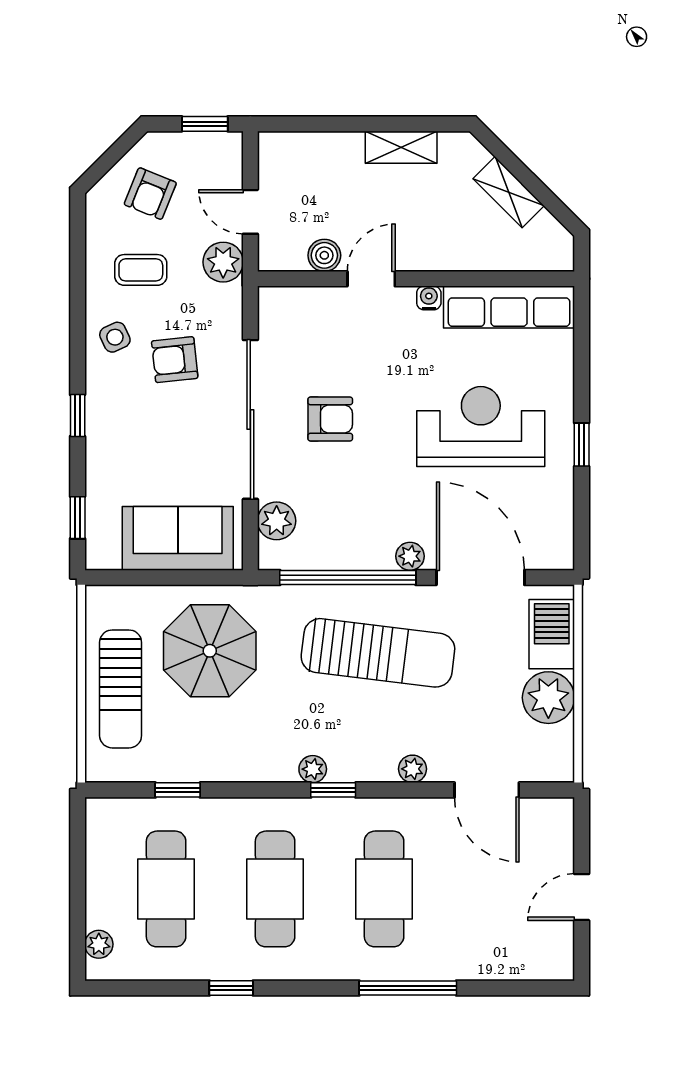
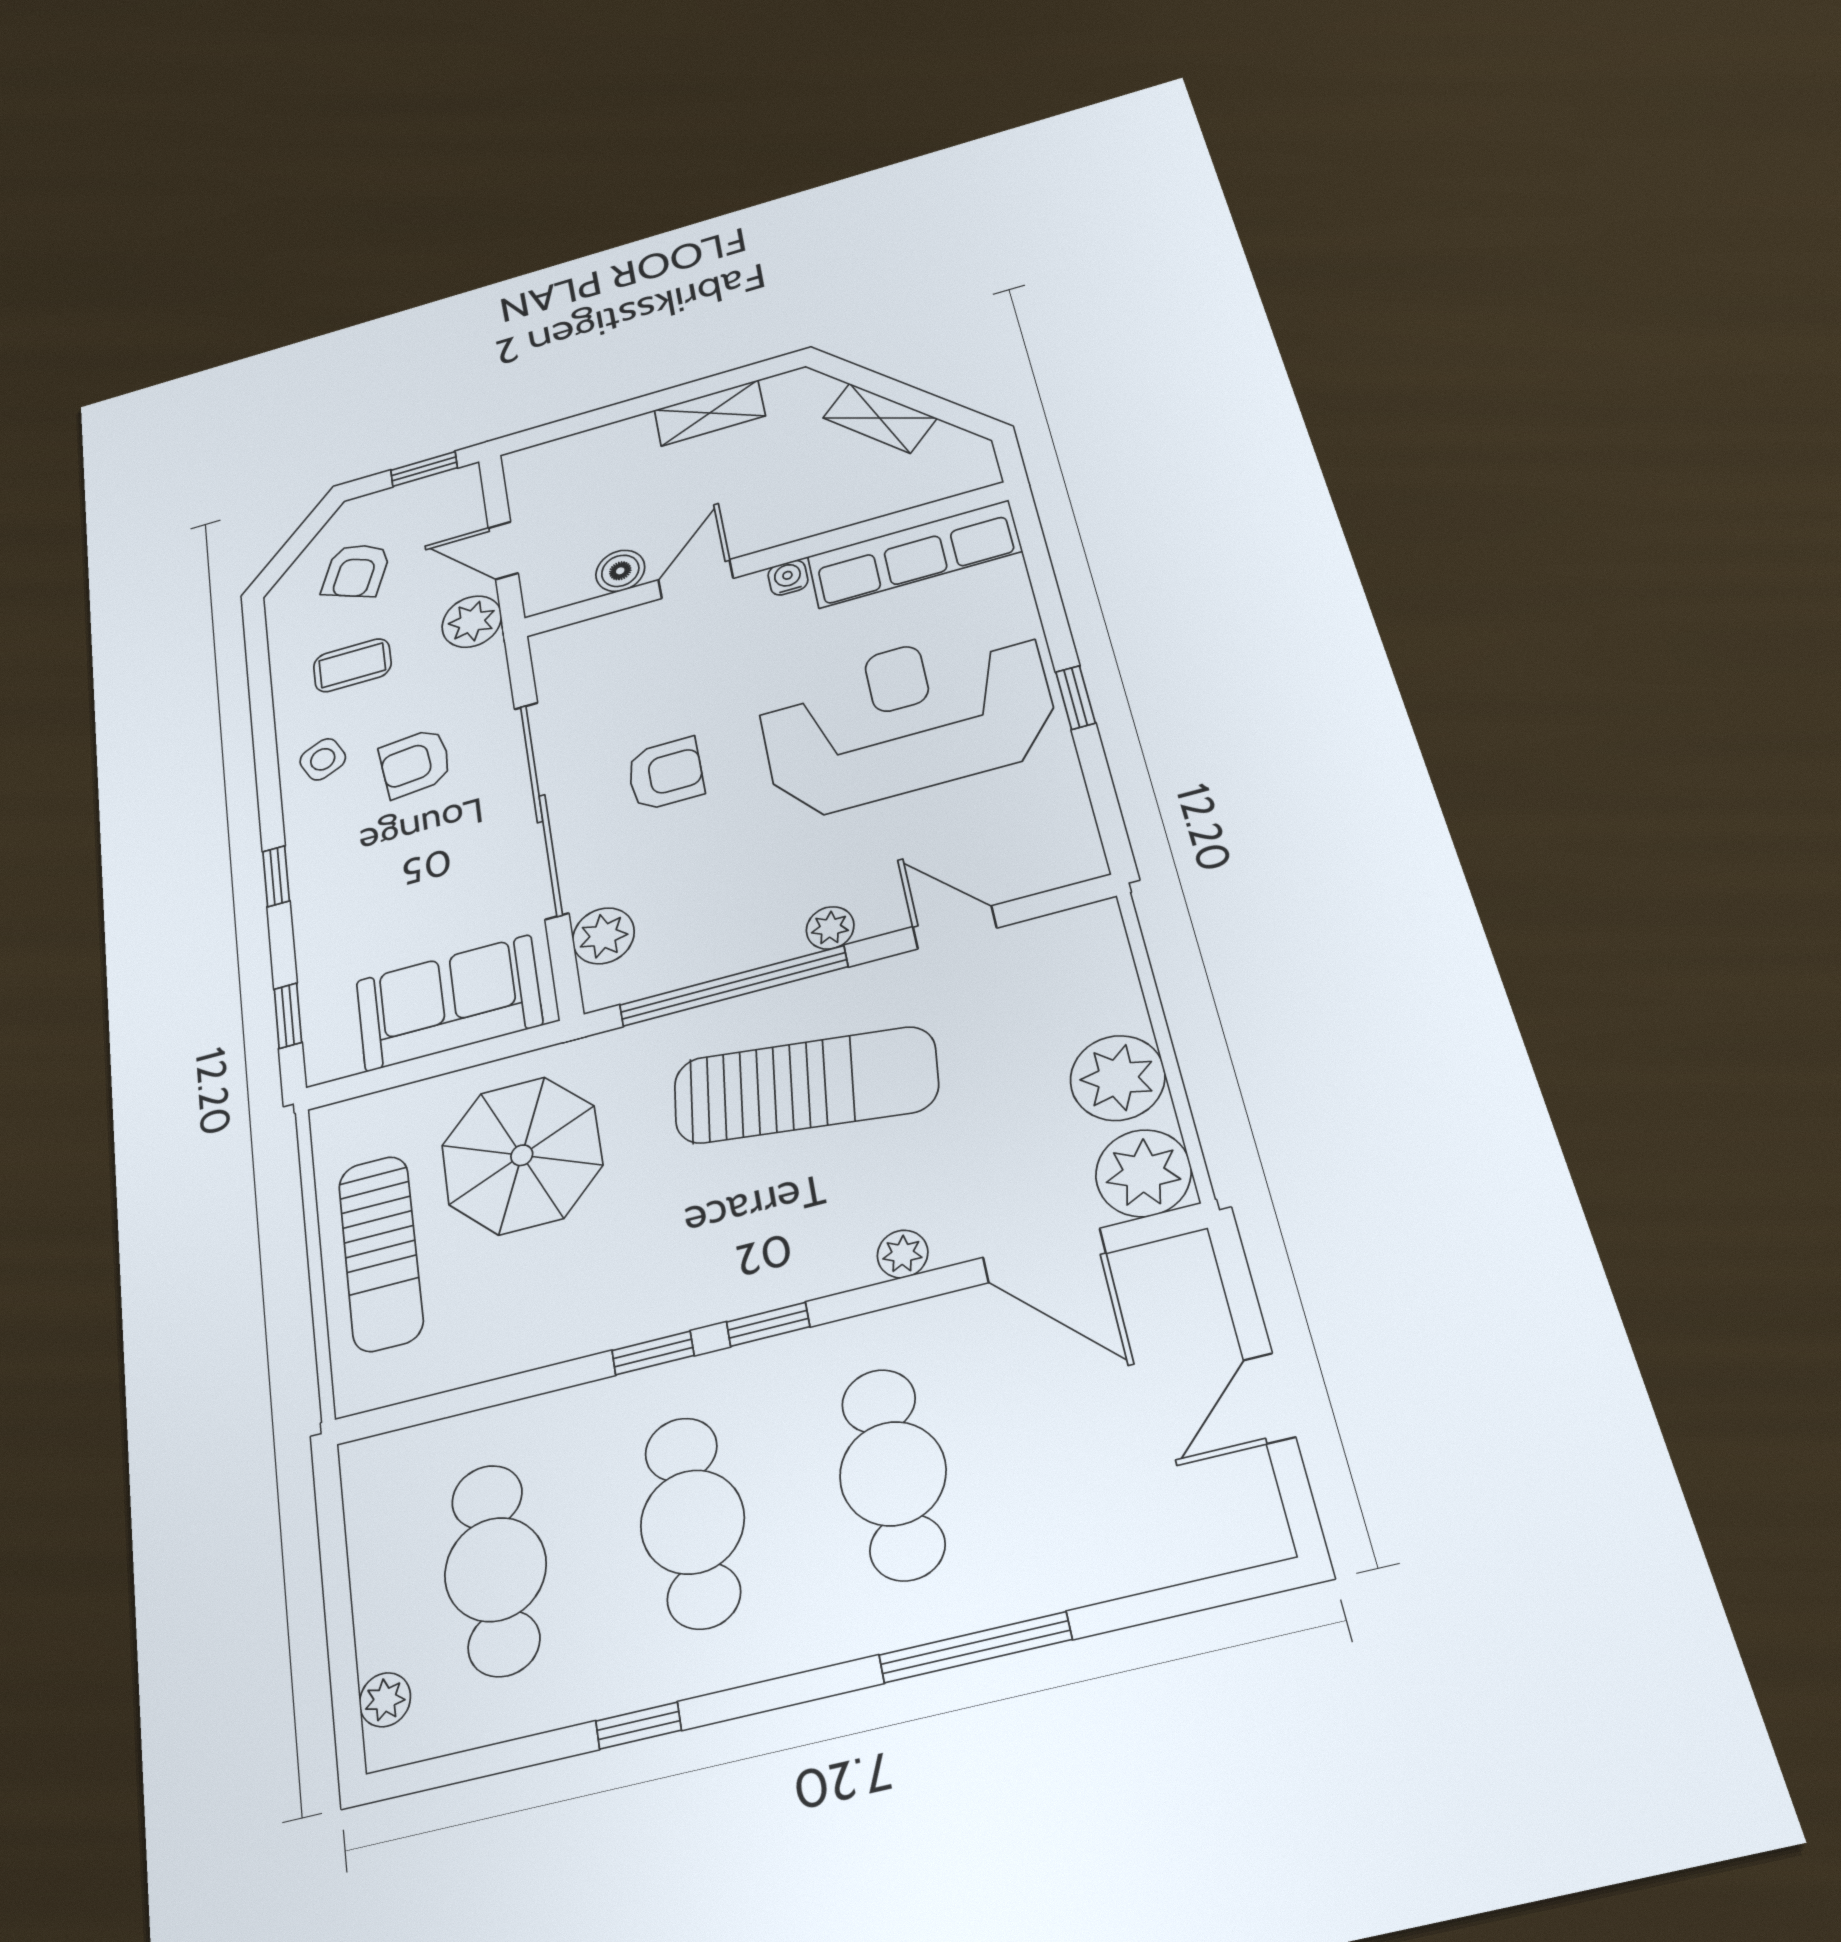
reception desk: (481, 427) -> (906, 718), width x1.36, depth x1.30
door: (480, 578) -> (955, 927), width x0.53
barbecue: (552, 634) -> (1098, 979), removed
plant: (313, 769) -> (1143, 1173), moved, width x1.88, depth x1.88
window: (178, 790) -> (653, 1353), moved

